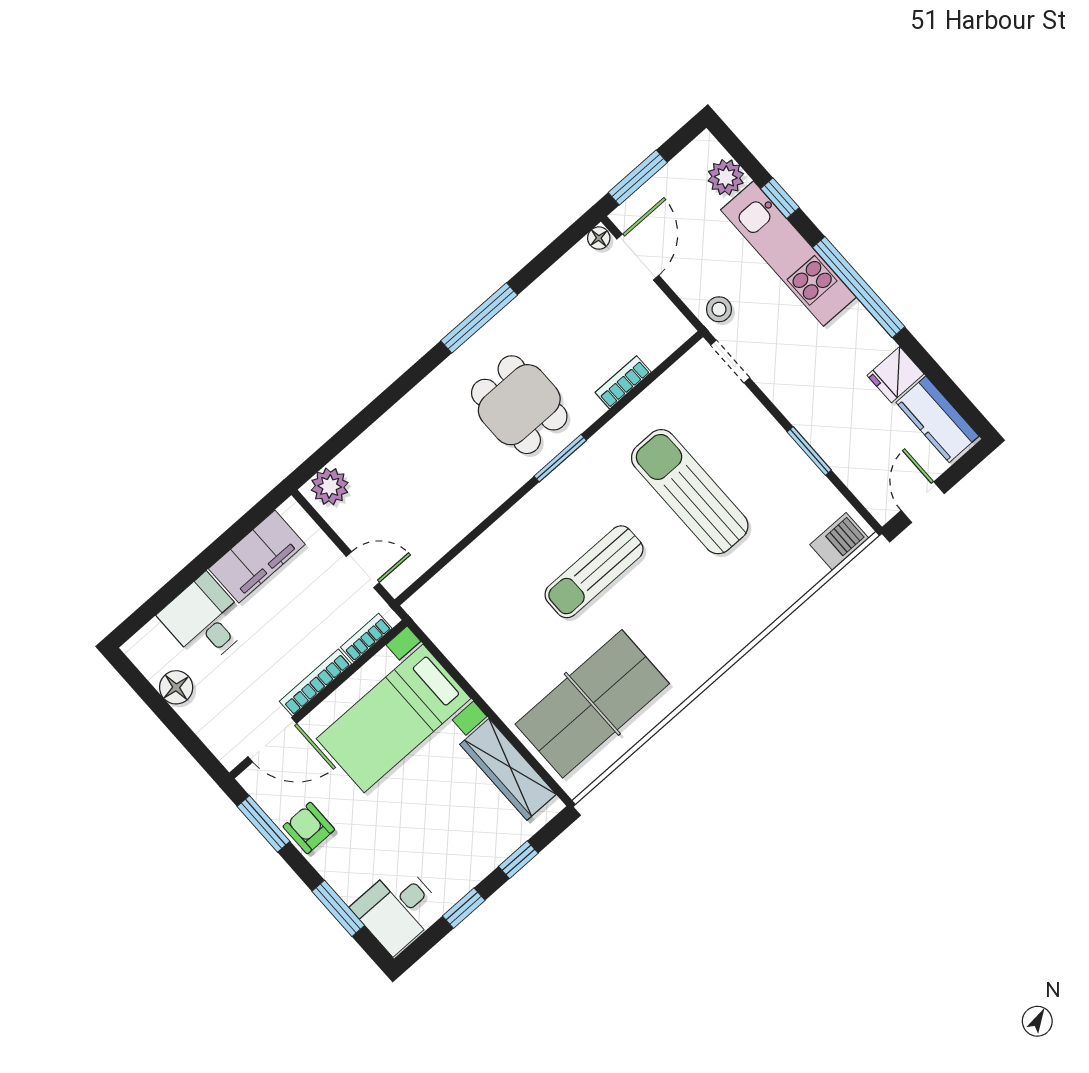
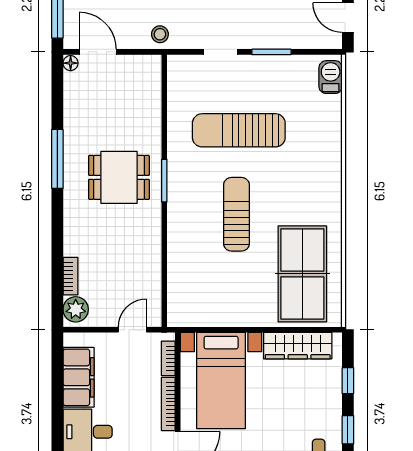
doorway: (730, 361) -> (221, 52), moved
bookcase: (623, 382) -> (71, 276), moved, turned 180
sun lounger: (594, 572) -> (236, 214), turned 180

